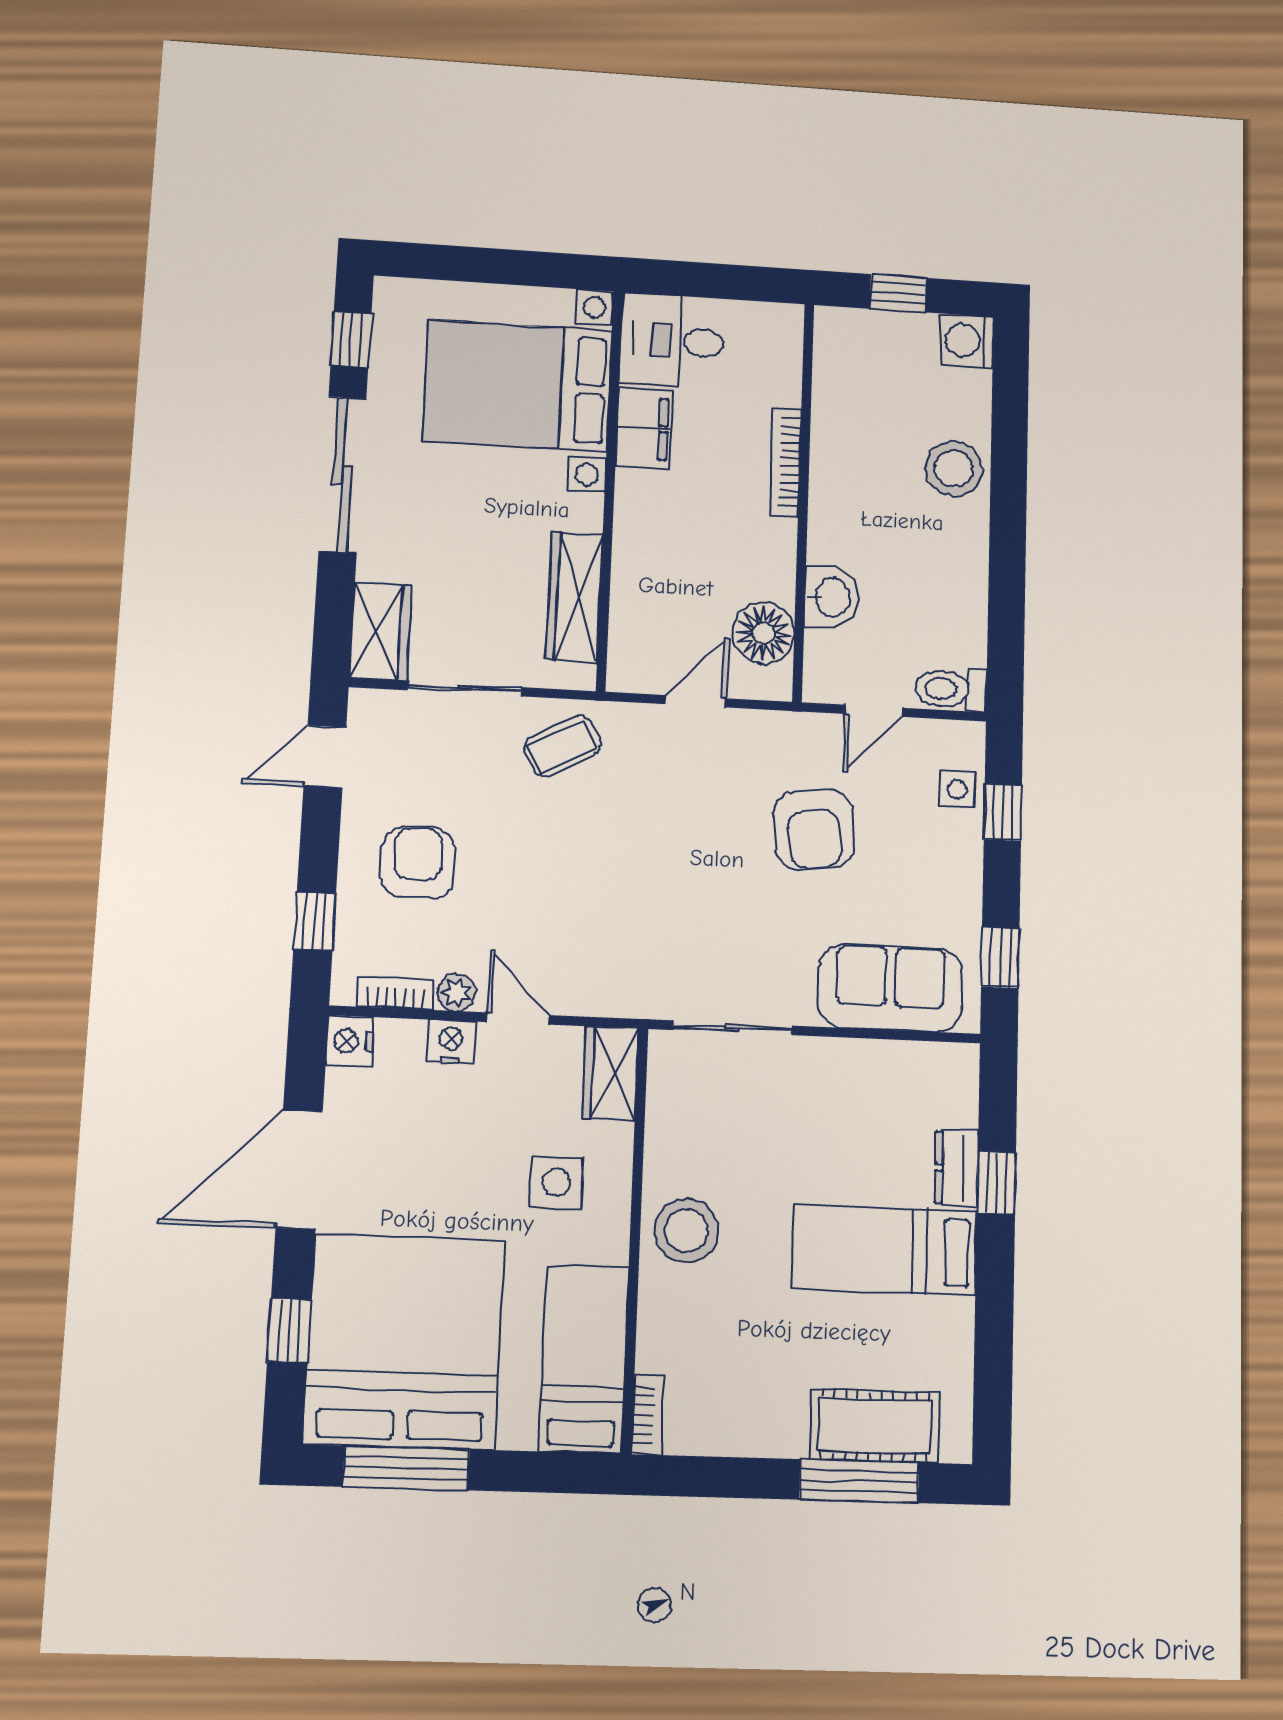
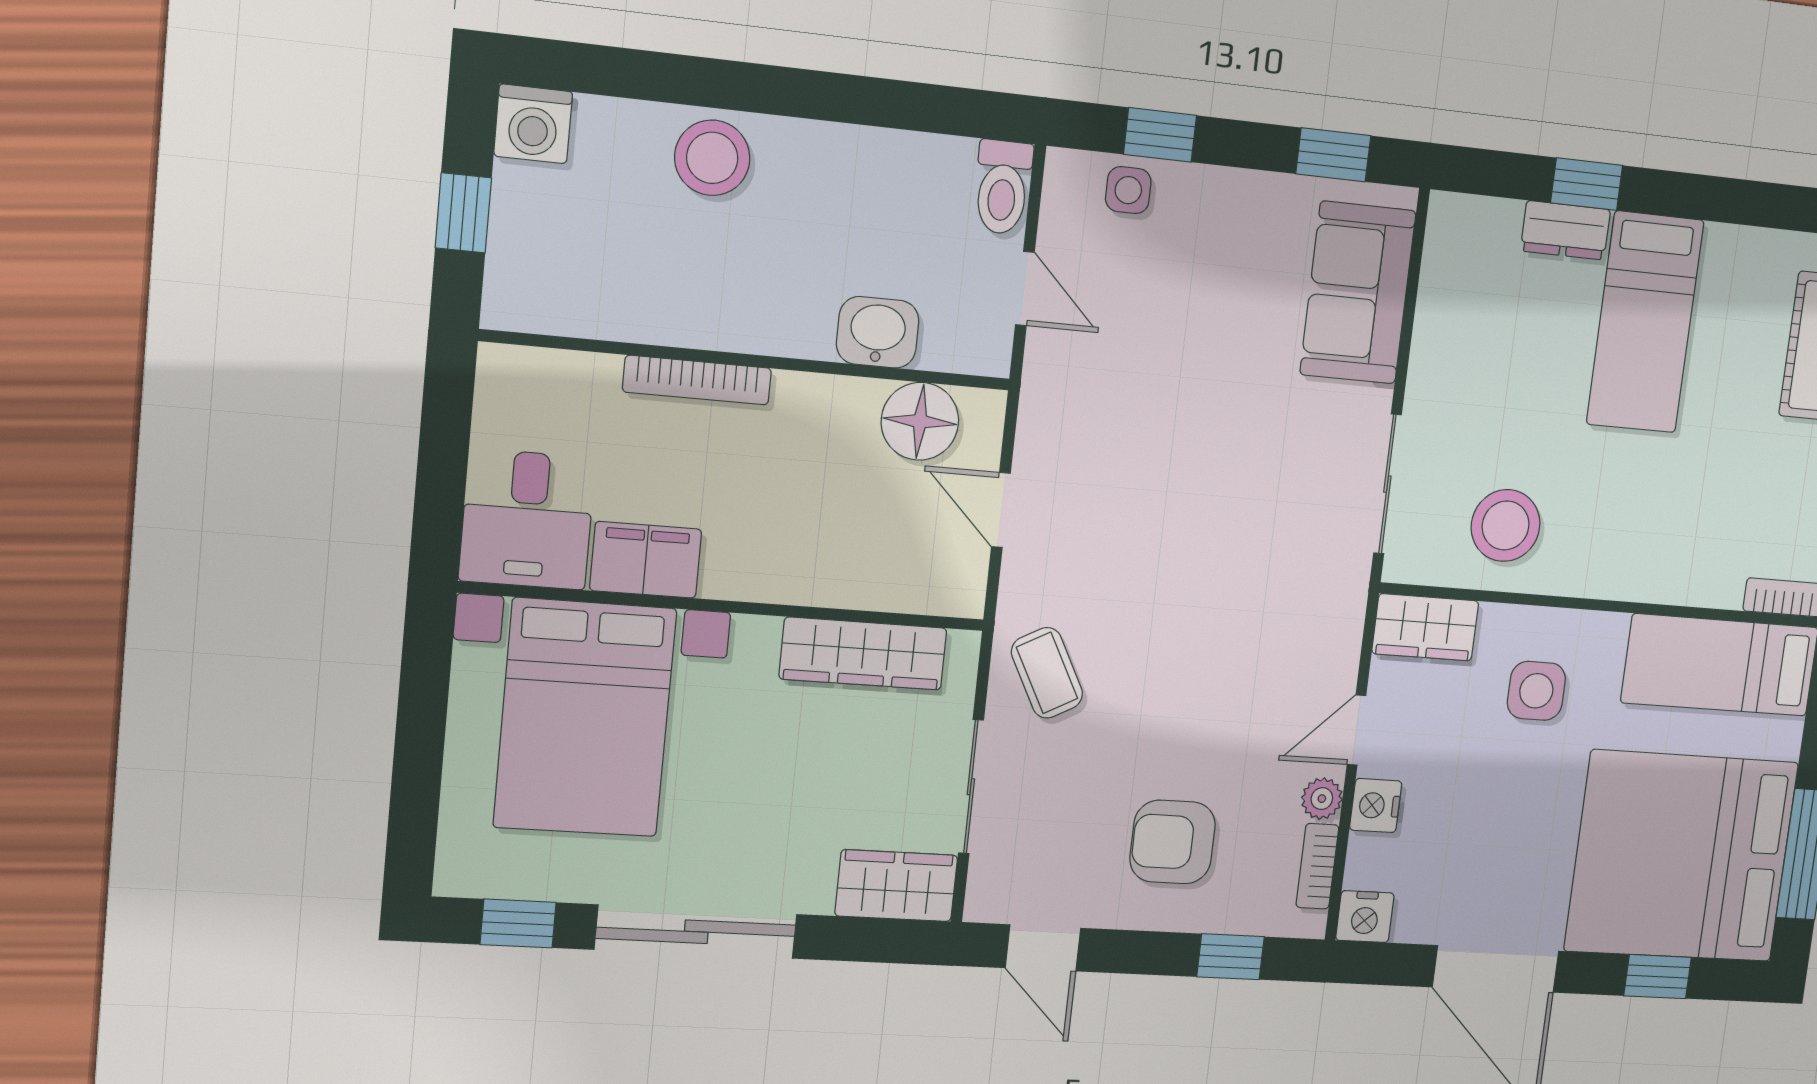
armchair: (814, 830) -> (1166, 373), removed
stool: (686, 1230) -> (1506, 525), moved

